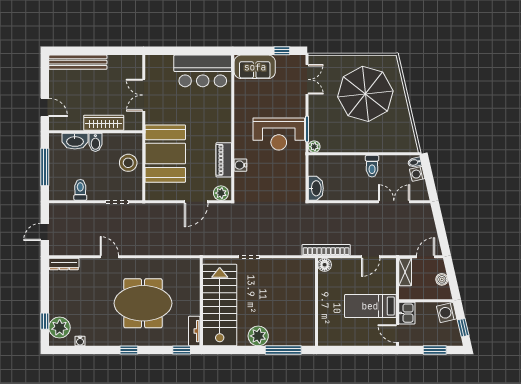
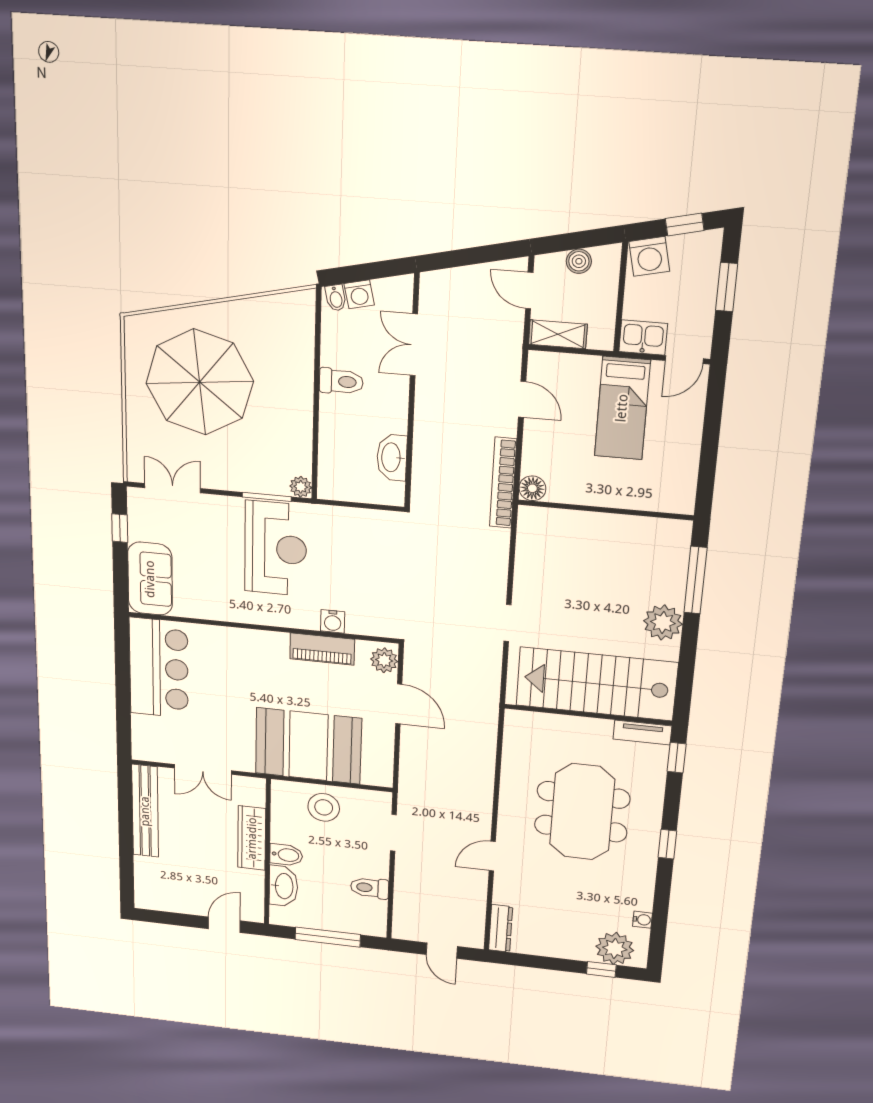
bench: (78, 62) -> (145, 811), moved
washbasin: (316, 188) -> (392, 457), moved, turned -90

